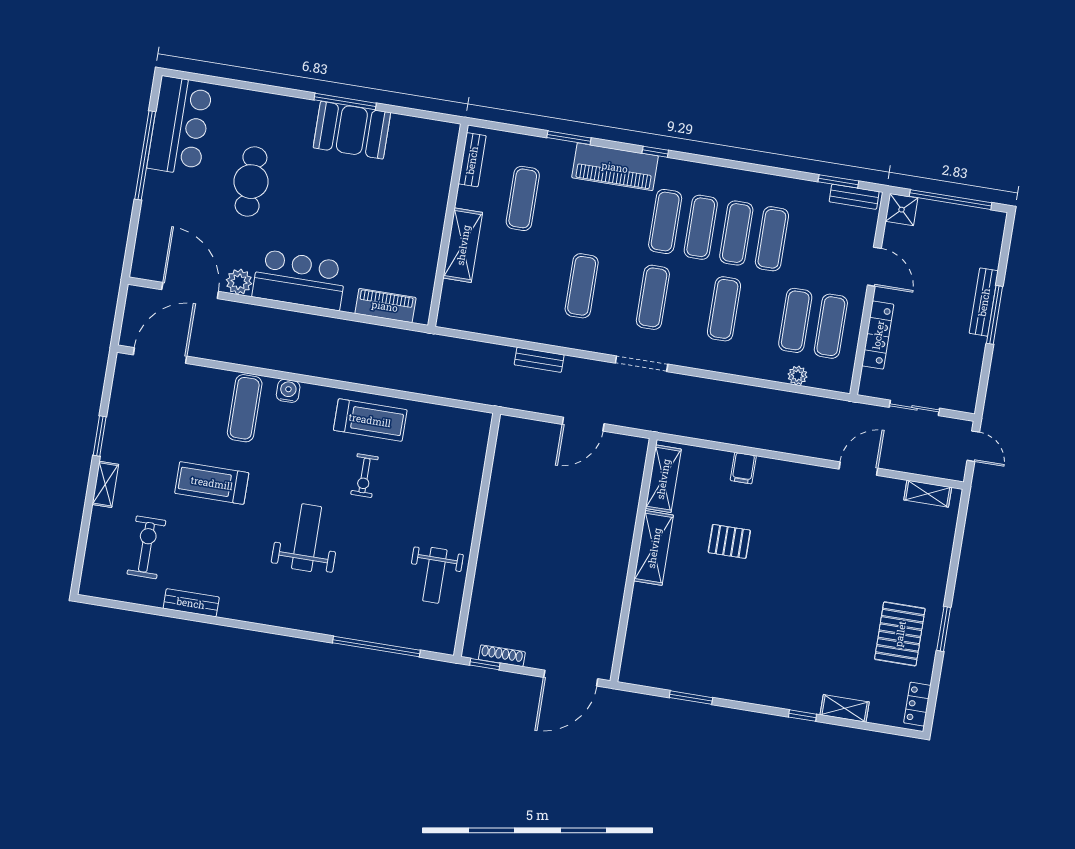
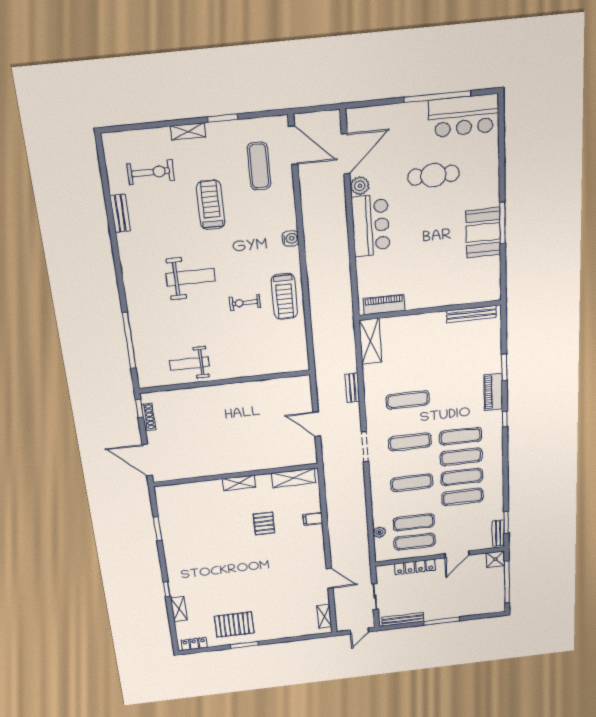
bench: (472, 160) -> (471, 314), width x1.36
piano: (615, 167) -> (493, 392), width x0.73, depth x0.75
exercise mat: (523, 198) -> (458, 351), removed
shelving: (463, 245) -> (370, 341), moved, turned 90
bench: (984, 302) -> (403, 619), moved
piano: (385, 306) -> (384, 305), moved, turned -90
exercise mat: (245, 408) -> (259, 166), moved, turned 90
shelving: (654, 548) -> (239, 483), width x0.67, depth x0.75

